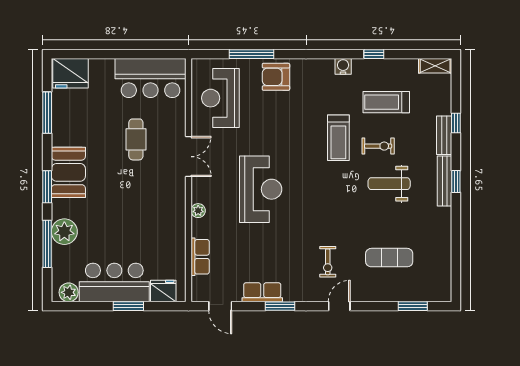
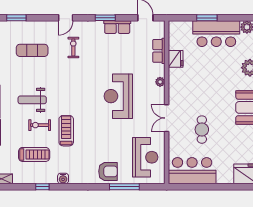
weight bench: (389, 184) -> (32, 100), turned 180
fridge: (163, 291) -> (176, 59), moved, turned -90

